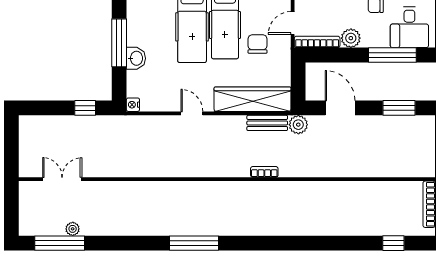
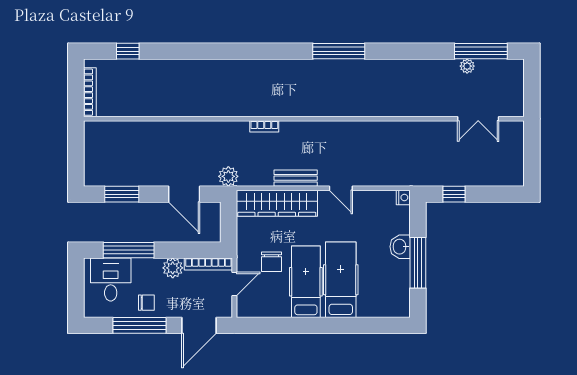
bench: (267, 123) -> (296, 178), moved

